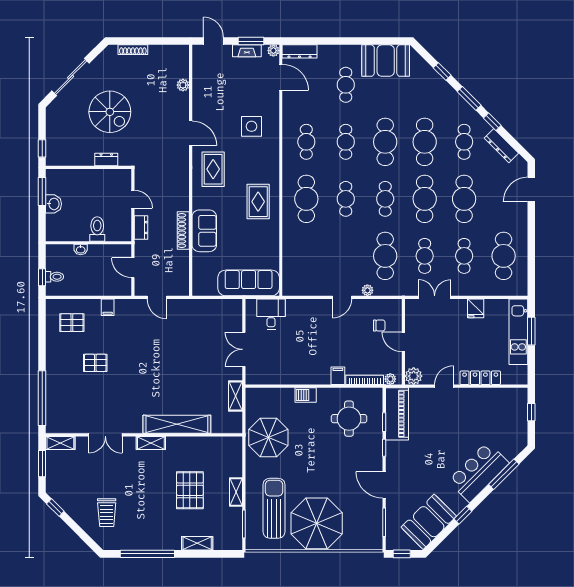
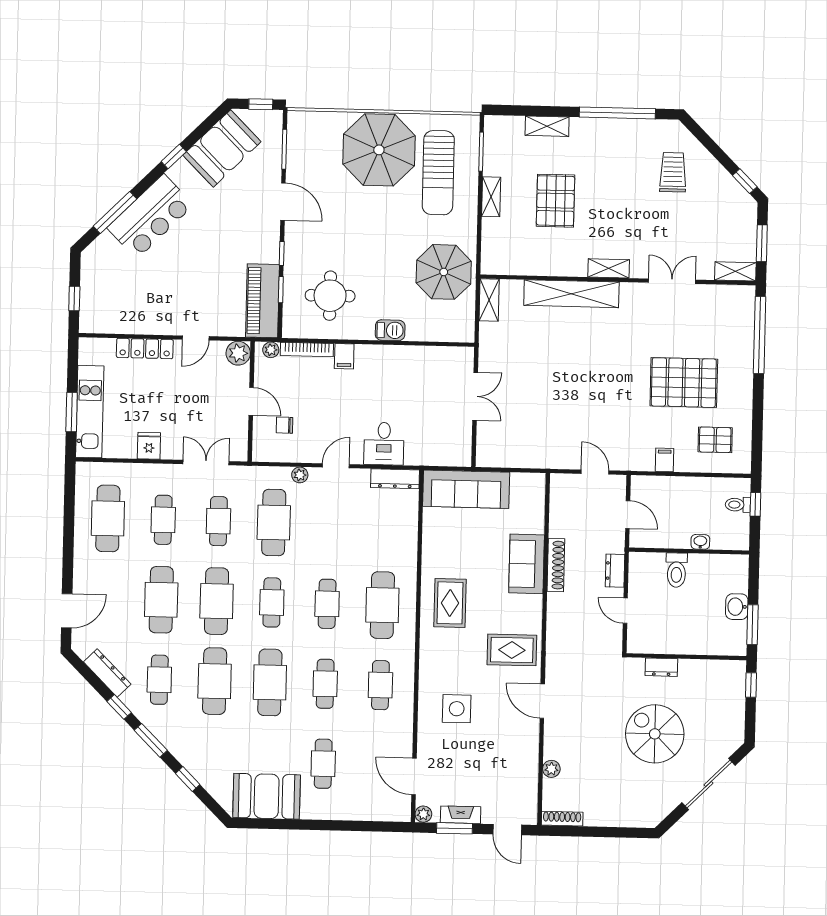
shoe rack: (133, 50) -> (562, 819), moved
dresser: (299, 51) -> (395, 479), moved, turned 180
rug: (213, 169) -> (512, 650), turned 90
double door: (435, 297) -> (206, 463), swing flipped
desk: (271, 314) -> (384, 444), moved
pallet: (95, 363) -> (684, 383), width x2.05, depth x2.00
shelving: (236, 396) -> (489, 300), moved

